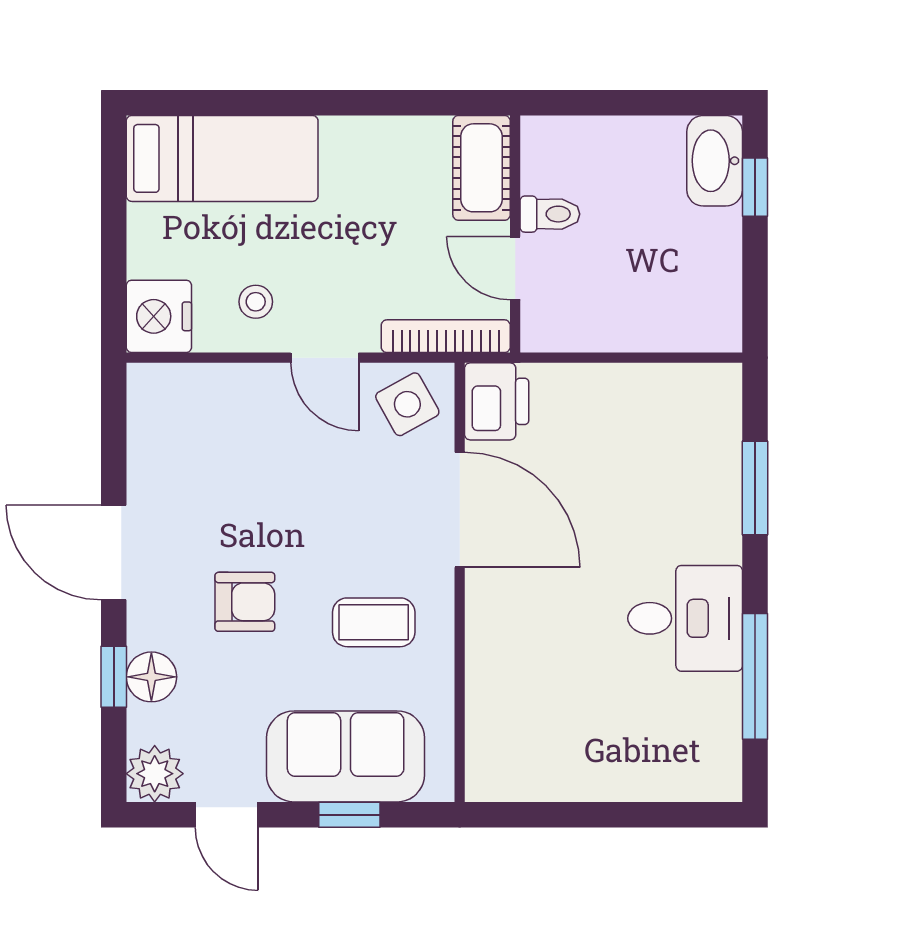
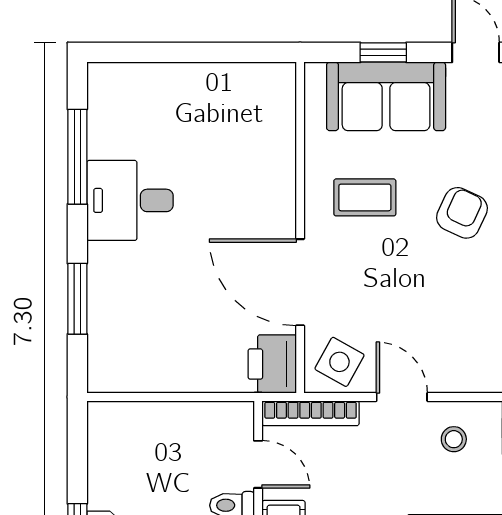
side table: (407, 404) -> (339, 362), turned -32
armchair: (245, 602) -> (462, 213), turned 115

